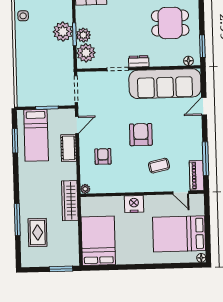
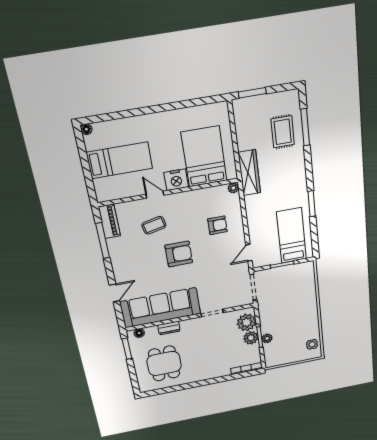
dining table: (170, 23) -> (164, 363), turned 90
plant: (63, 32) -> (267, 338), width x0.53, depth x0.53
dresser: (139, 61) -> (169, 328), moved
armchair: (141, 135) -> (179, 254), turned -90
window: (15, 141) -> (312, 204), moved
cot: (69, 148) -> (256, 228), removed
armchair: (103, 156) -> (217, 225), turned -90
door: (181, 193) -> (155, 195), moved
window: (17, 220) -> (305, 127), moved
bed: (179, 234) -> (120, 160), width x0.67
bed: (98, 241) -> (204, 157), moved, turned 180

